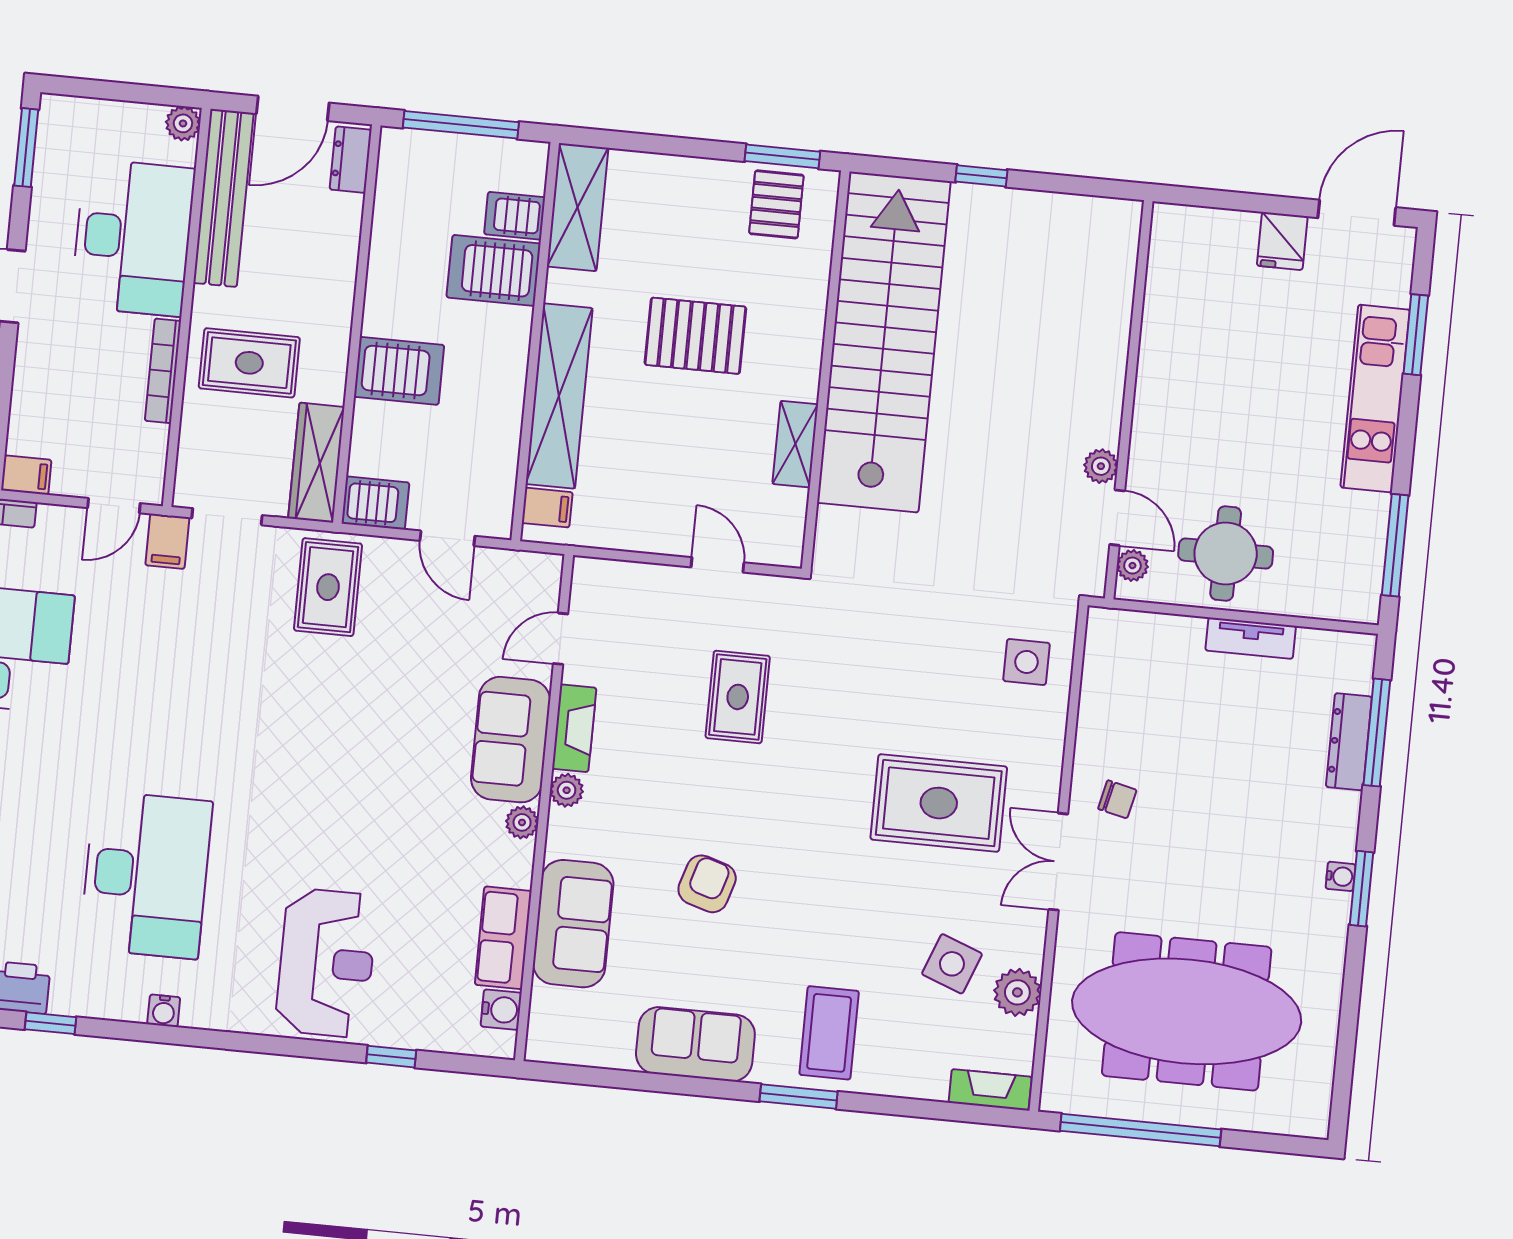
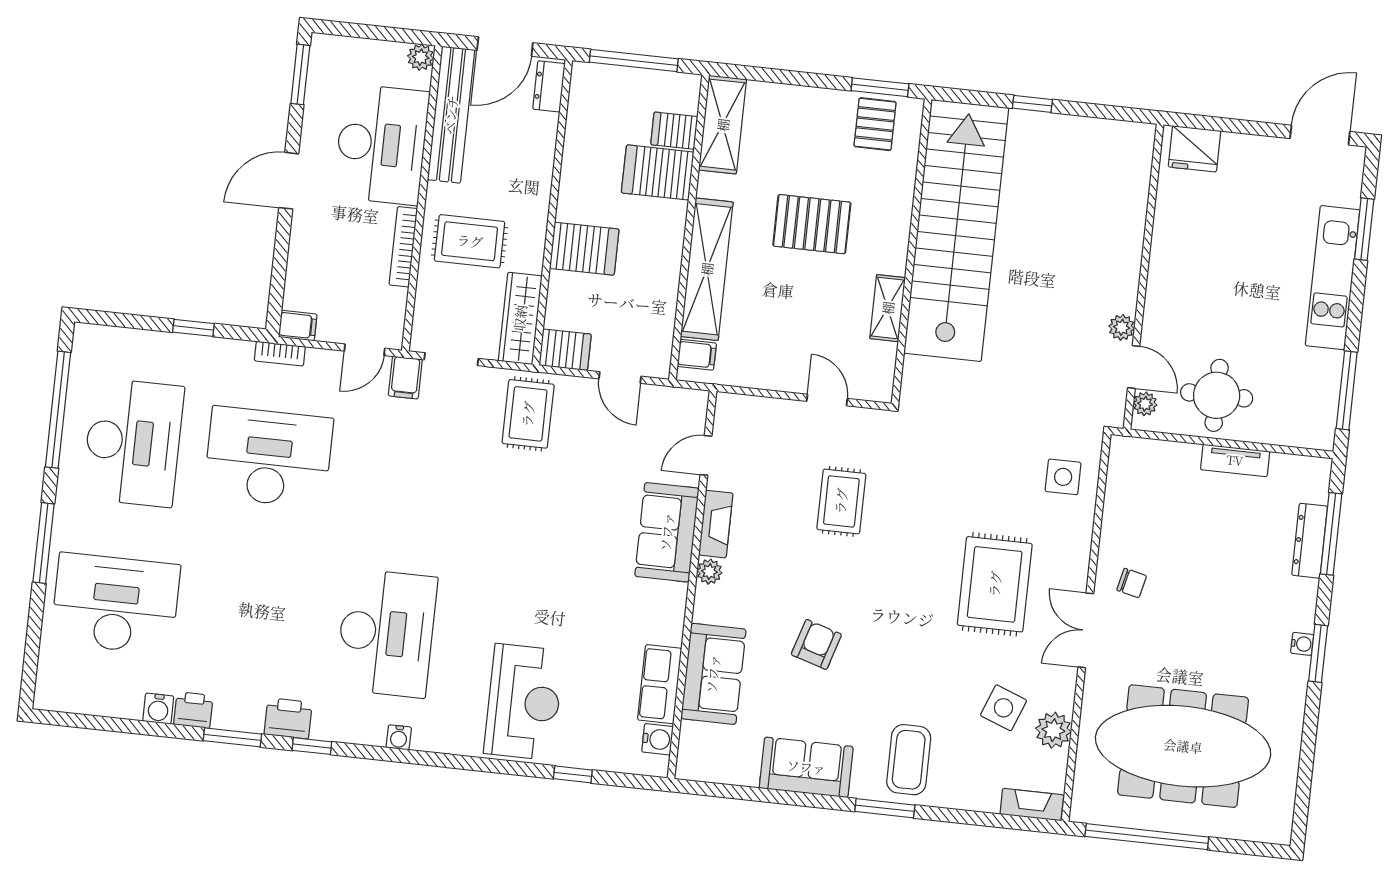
fridge: (1282, 241) -> (1194, 149), moved, width x1.38
rug: (939, 803) -> (995, 584), turned 90
plant: (522, 822) -> (675, 596), removed

